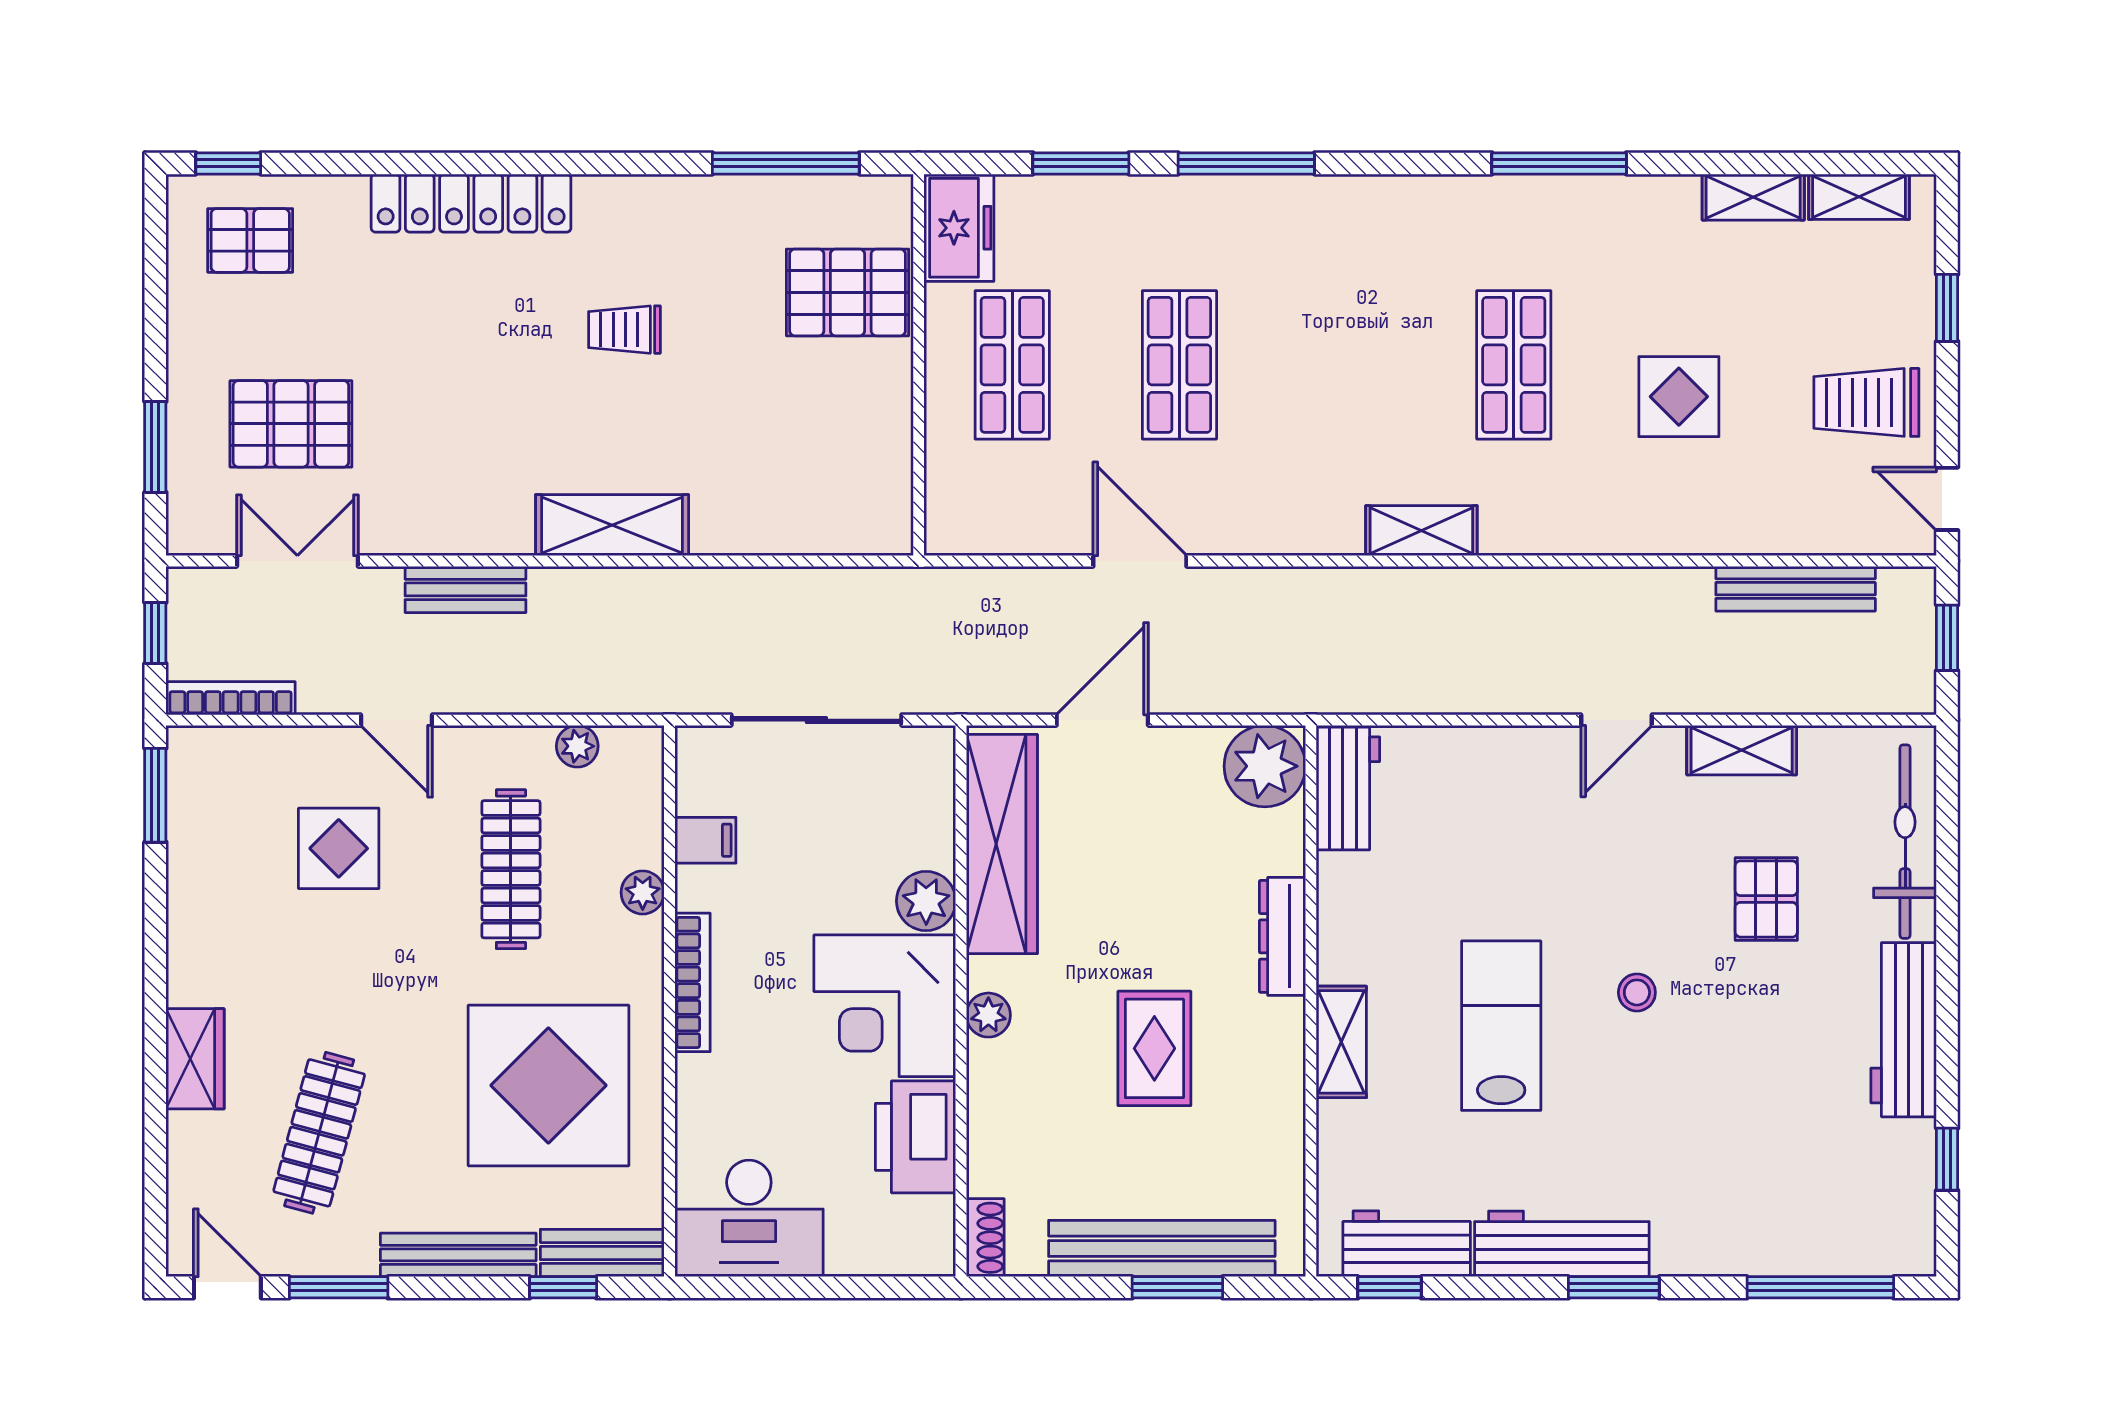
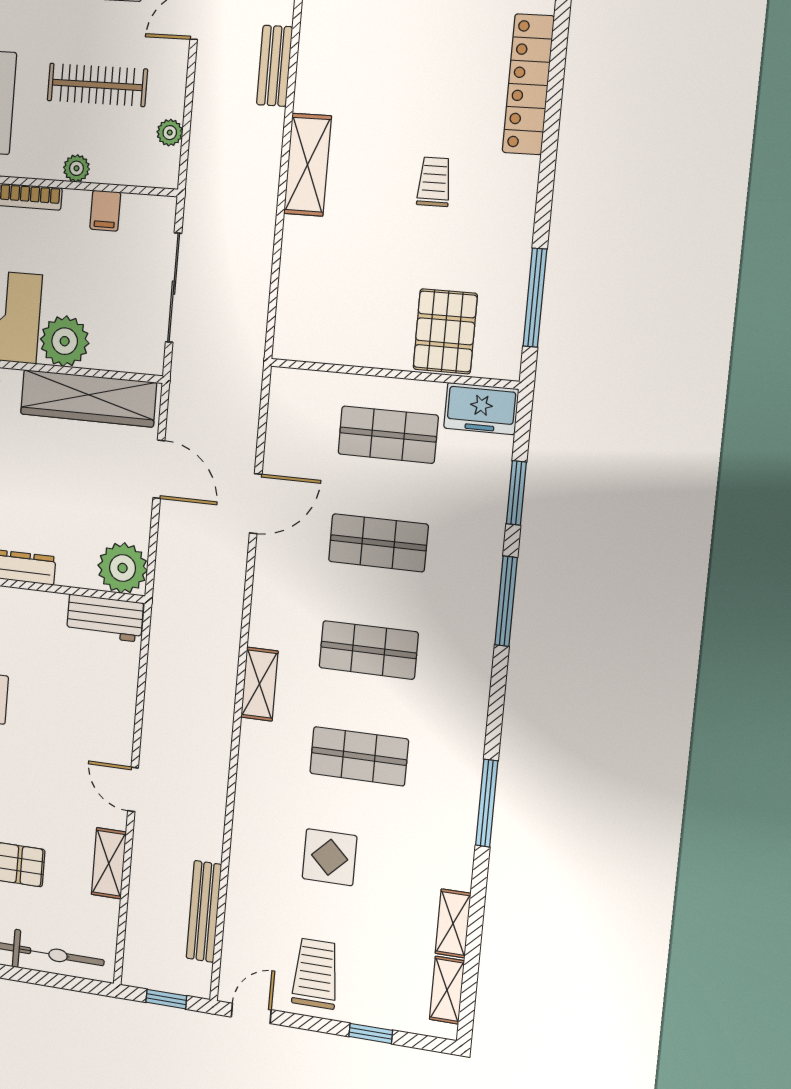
shop shelf: (1347, 365) -> (369, 650), added
plant: (926, 901) -> (65, 341), width x1.36, depth x1.36

